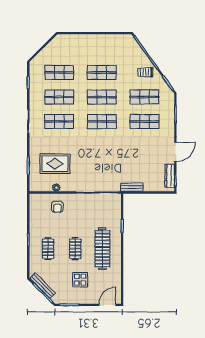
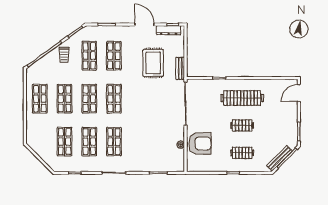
shop shelf: (102, 48) -> (40, 99), added
rug: (55, 164) -> (153, 63), moved
armchair: (57, 207) -> (200, 143), width x1.88, depth x1.88
display table: (80, 280) -> (273, 121), removed
door: (107, 305) -> (299, 93), hinge flipped

